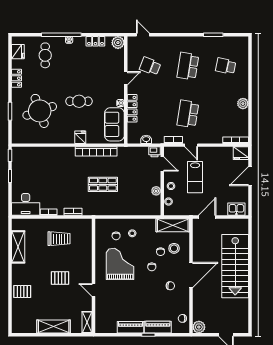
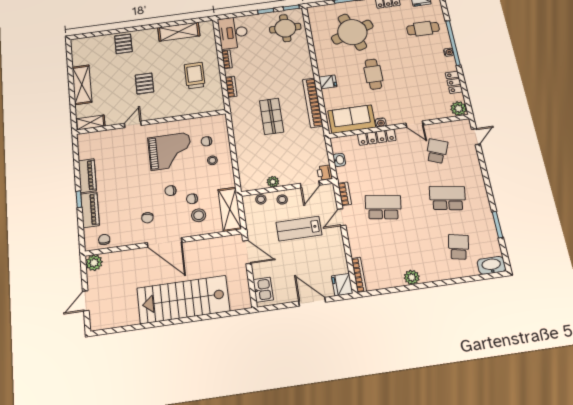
washbasin: (243, 46) -> (491, 265), added
round table: (28, 163) -> (285, 28), added
trolley: (59, 239) -> (195, 76), turned 180

